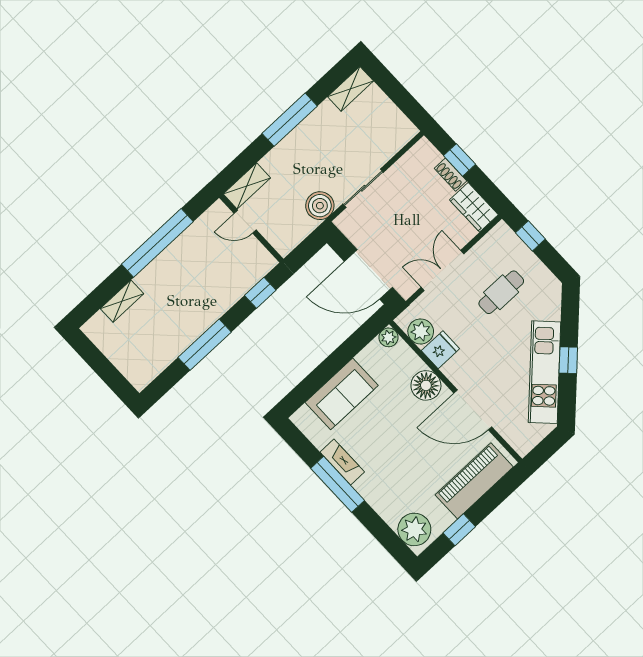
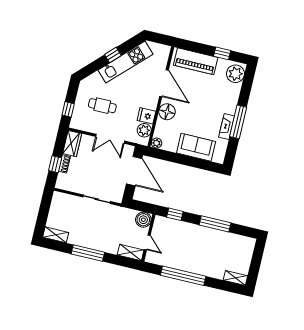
boiler: (320, 206) -> (143, 220), moved
shelving: (122, 301) -> (235, 278), moved

